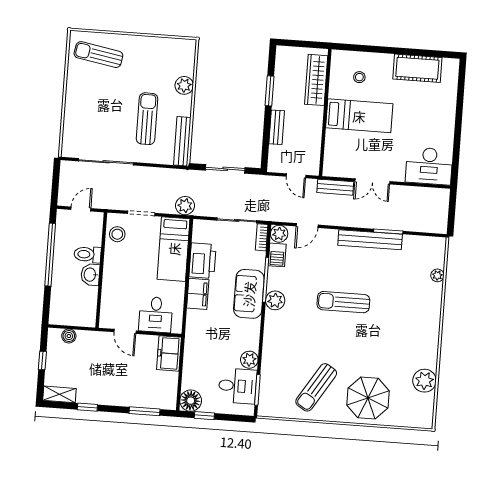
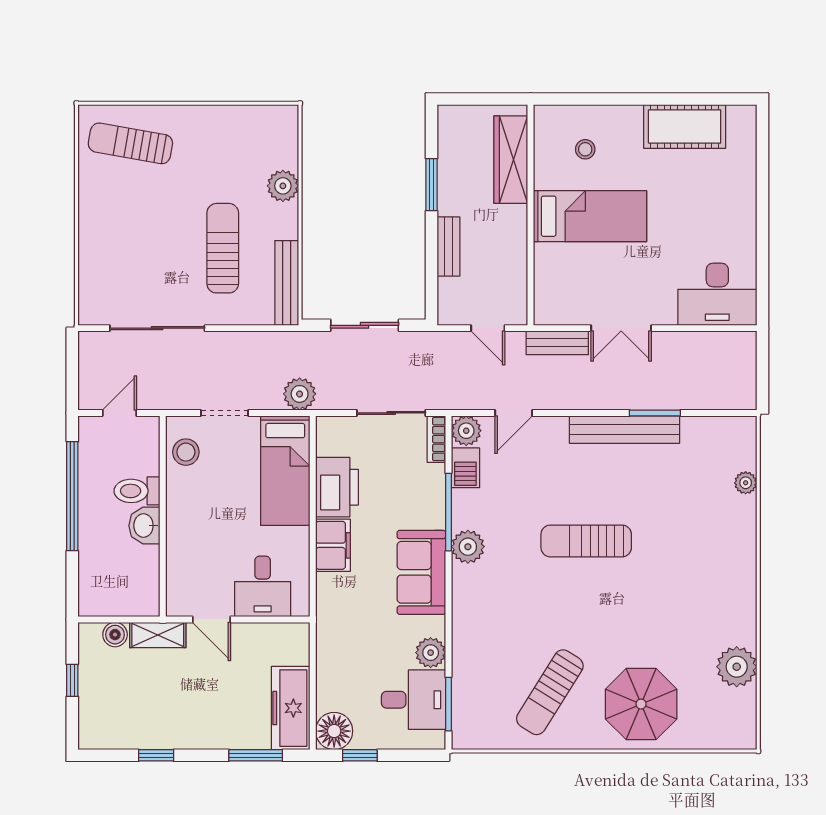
sofa: (249, 294) -> (421, 572), moved
freezer: (169, 353) -> (291, 708), moved, width x1.40
shelving: (59, 394) -> (158, 635), moved

